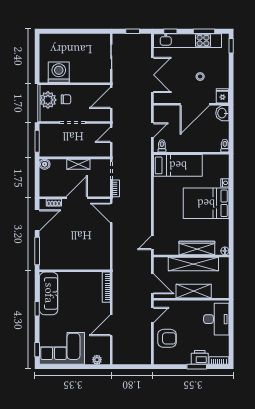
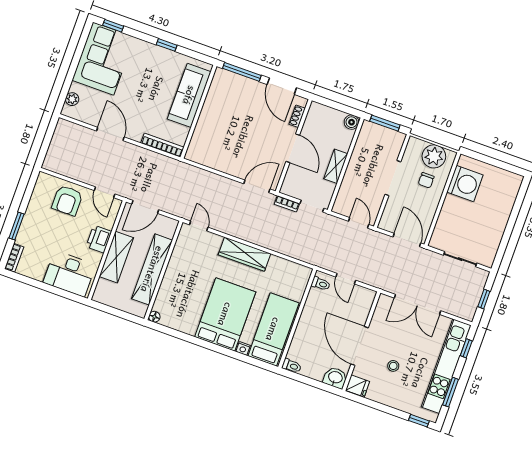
bed: (178, 165) -> (273, 329), moved, turned 180
wardrobe: (197, 248) -> (244, 254), moved, turned 90
sofa: (49, 293) -> (189, 95), moved, turned 90
printer: (200, 357) -> (99, 239), moved, turned 180

